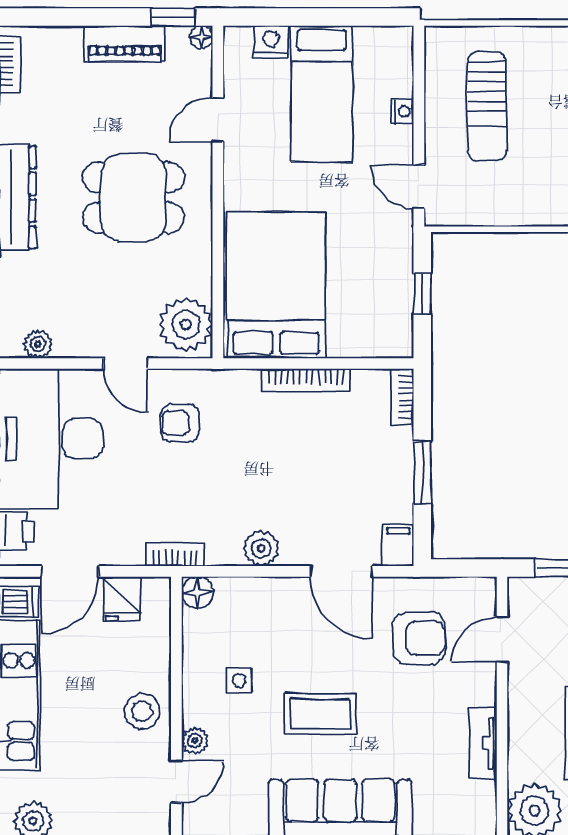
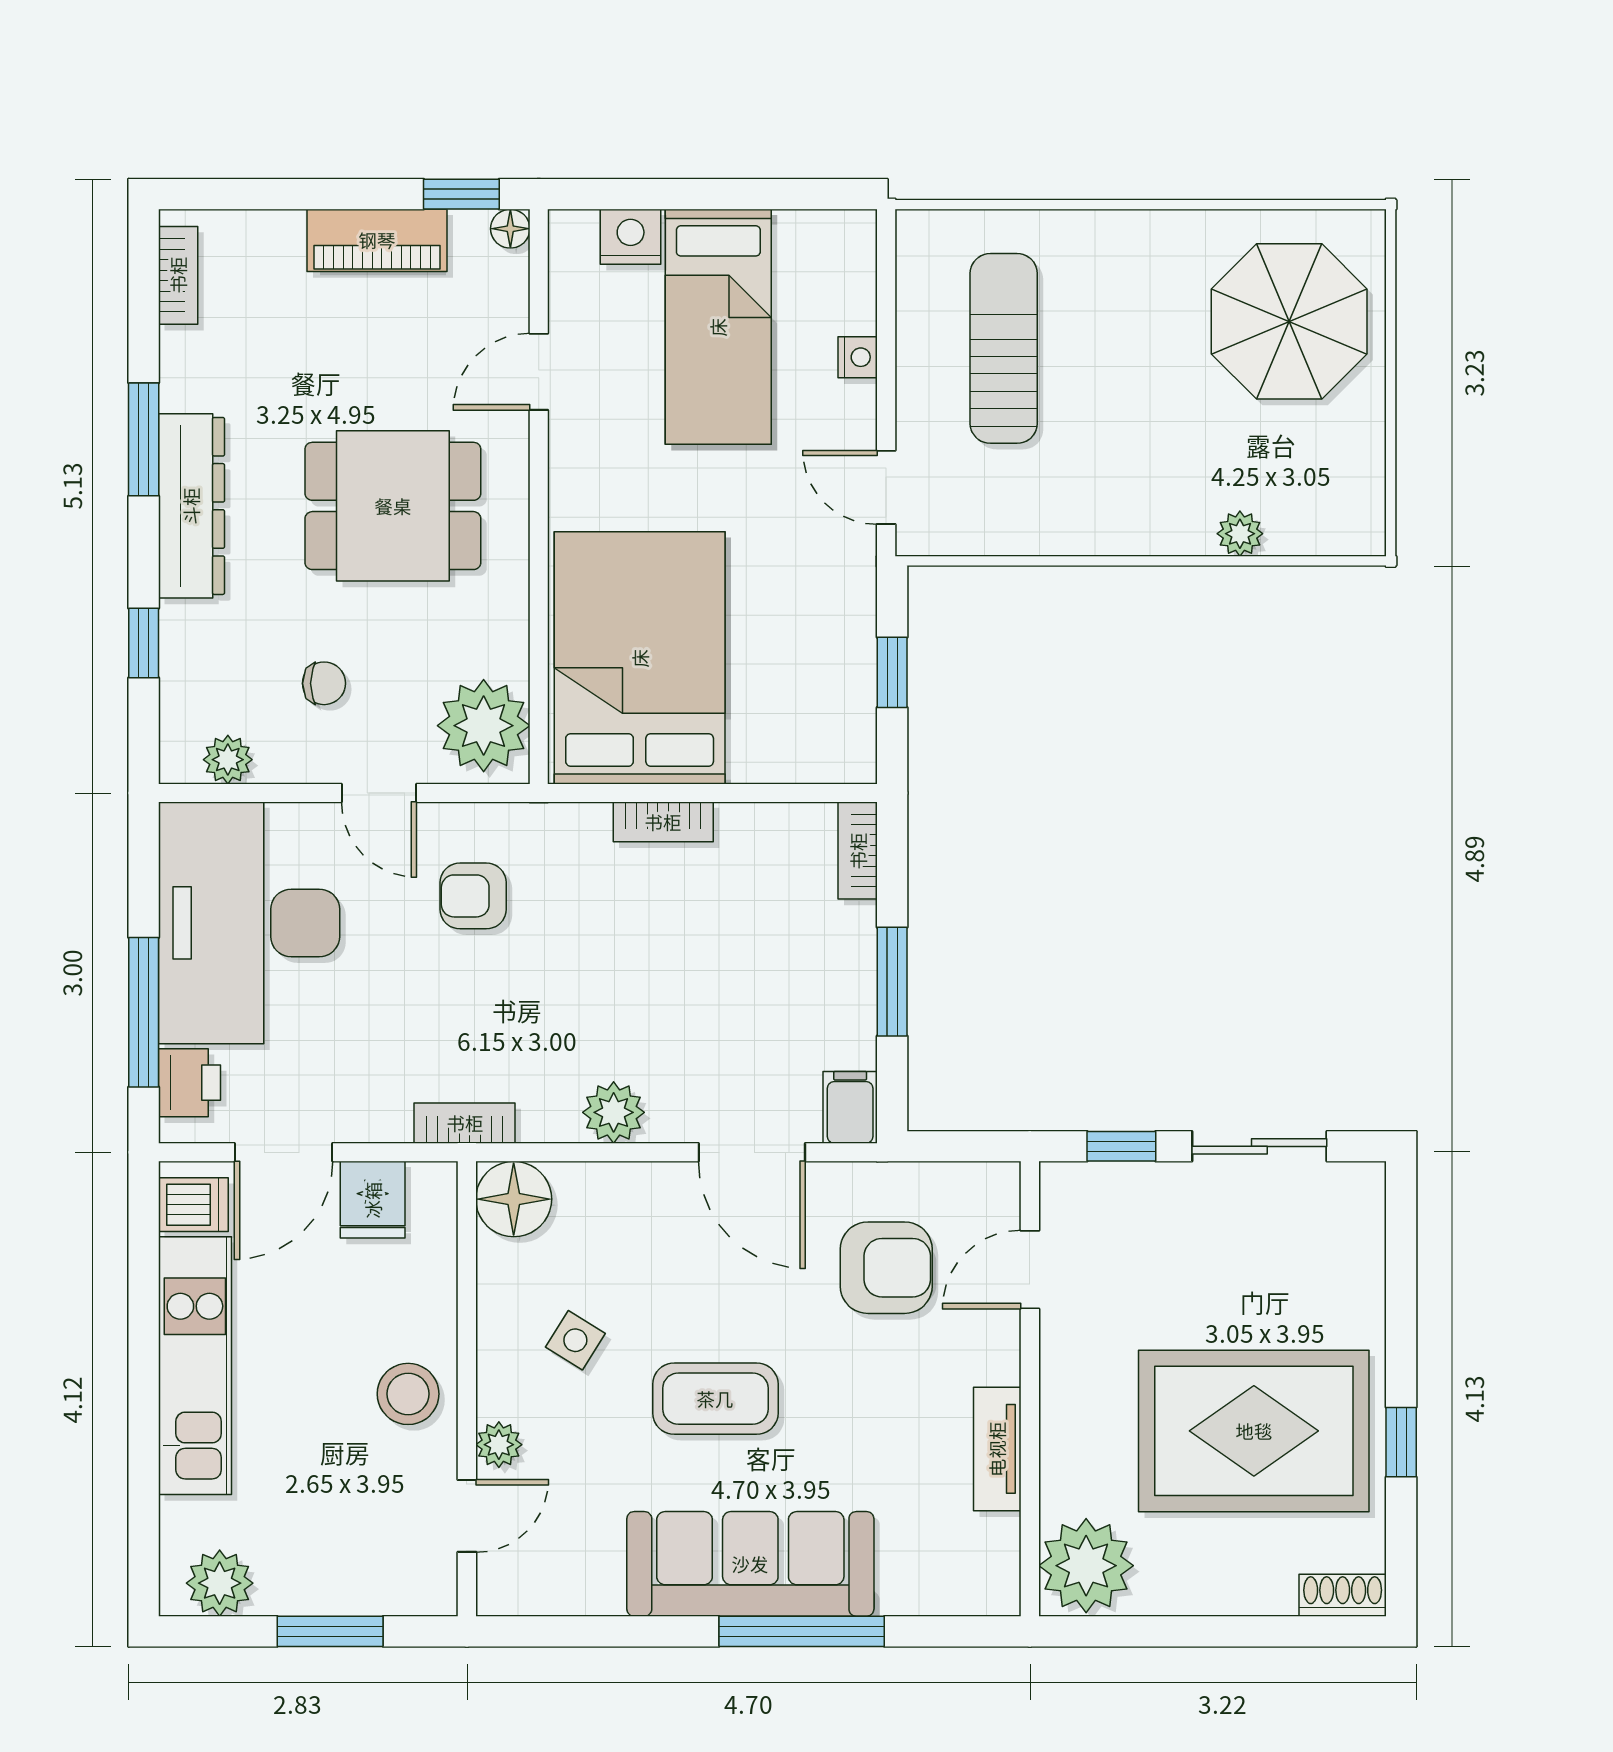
sun lounger: (487, 106) -> (1004, 348), turned 180
chair: (94, 300) -> (324, 683), added
bookcase: (306, 380) -> (663, 822), width x0.64
floor lamp: (197, 593) -> (514, 1199), width x1.38, depth x1.38
side table: (239, 680) -> (575, 1340), turned 32

